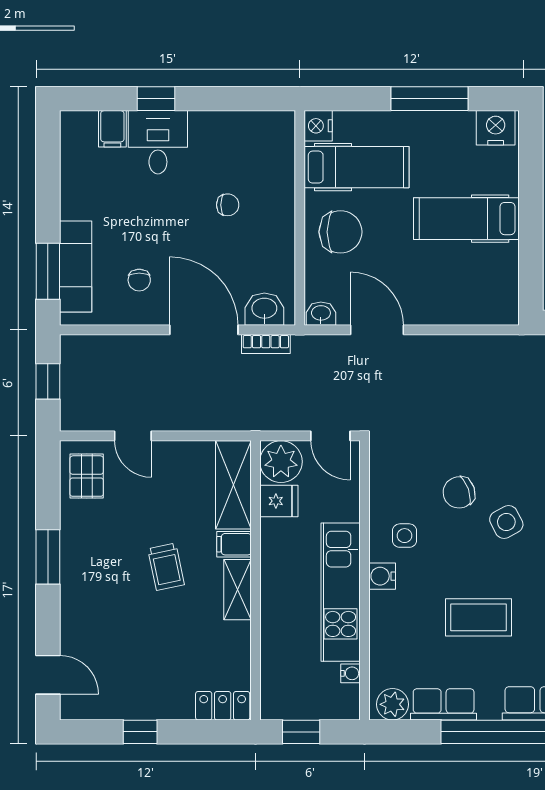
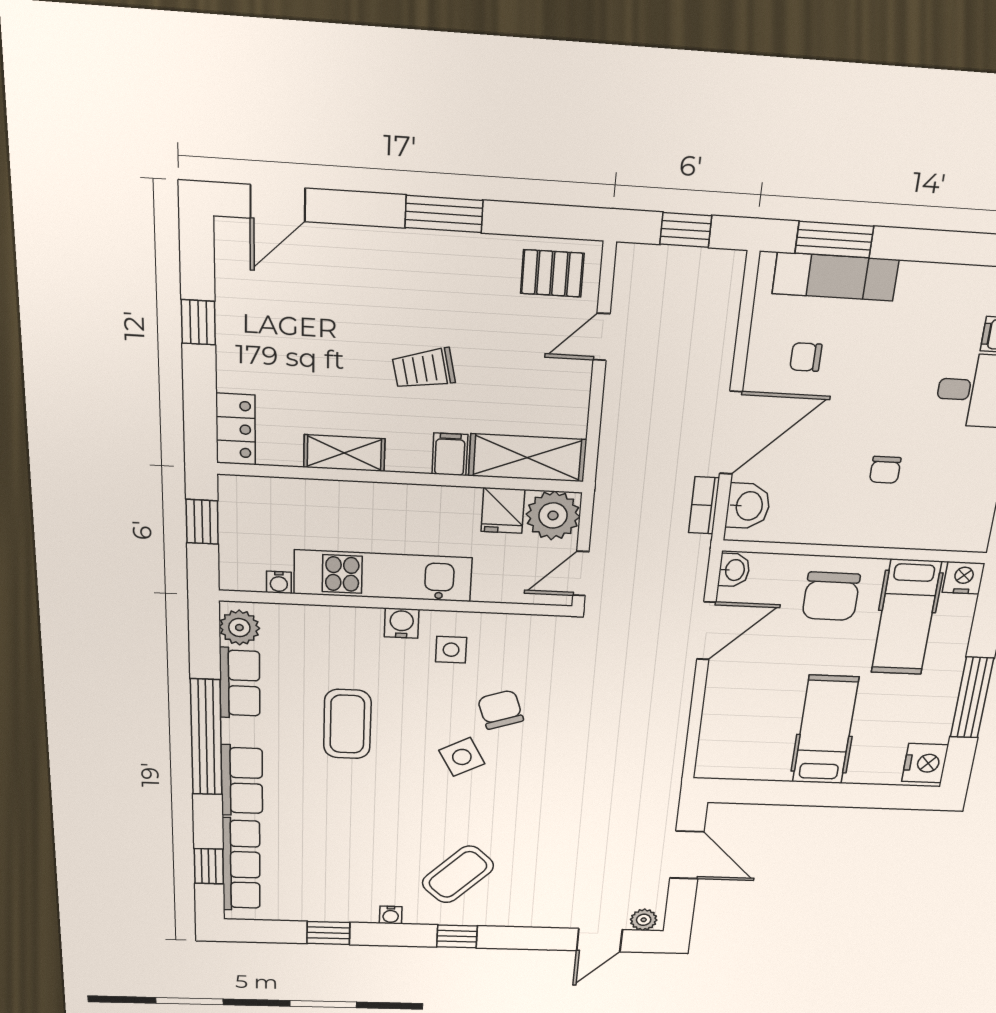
shelving: (237, 590) -> (344, 453), moved

